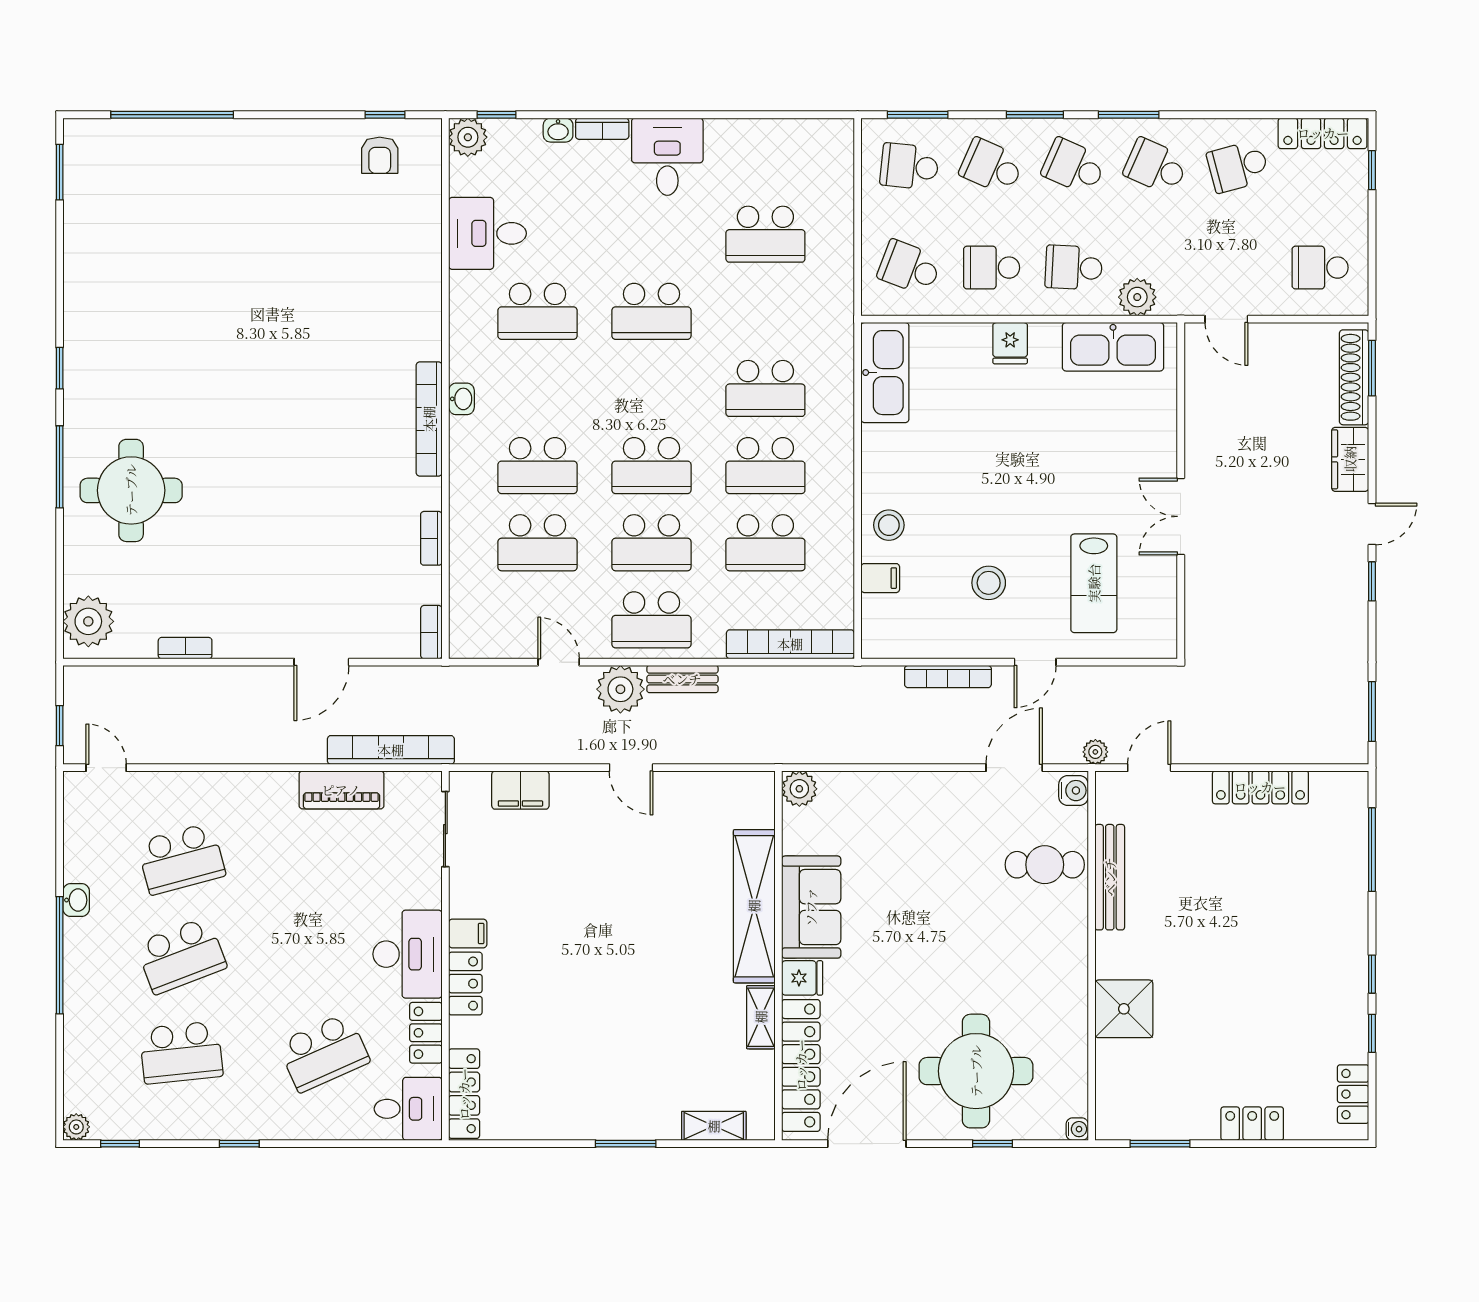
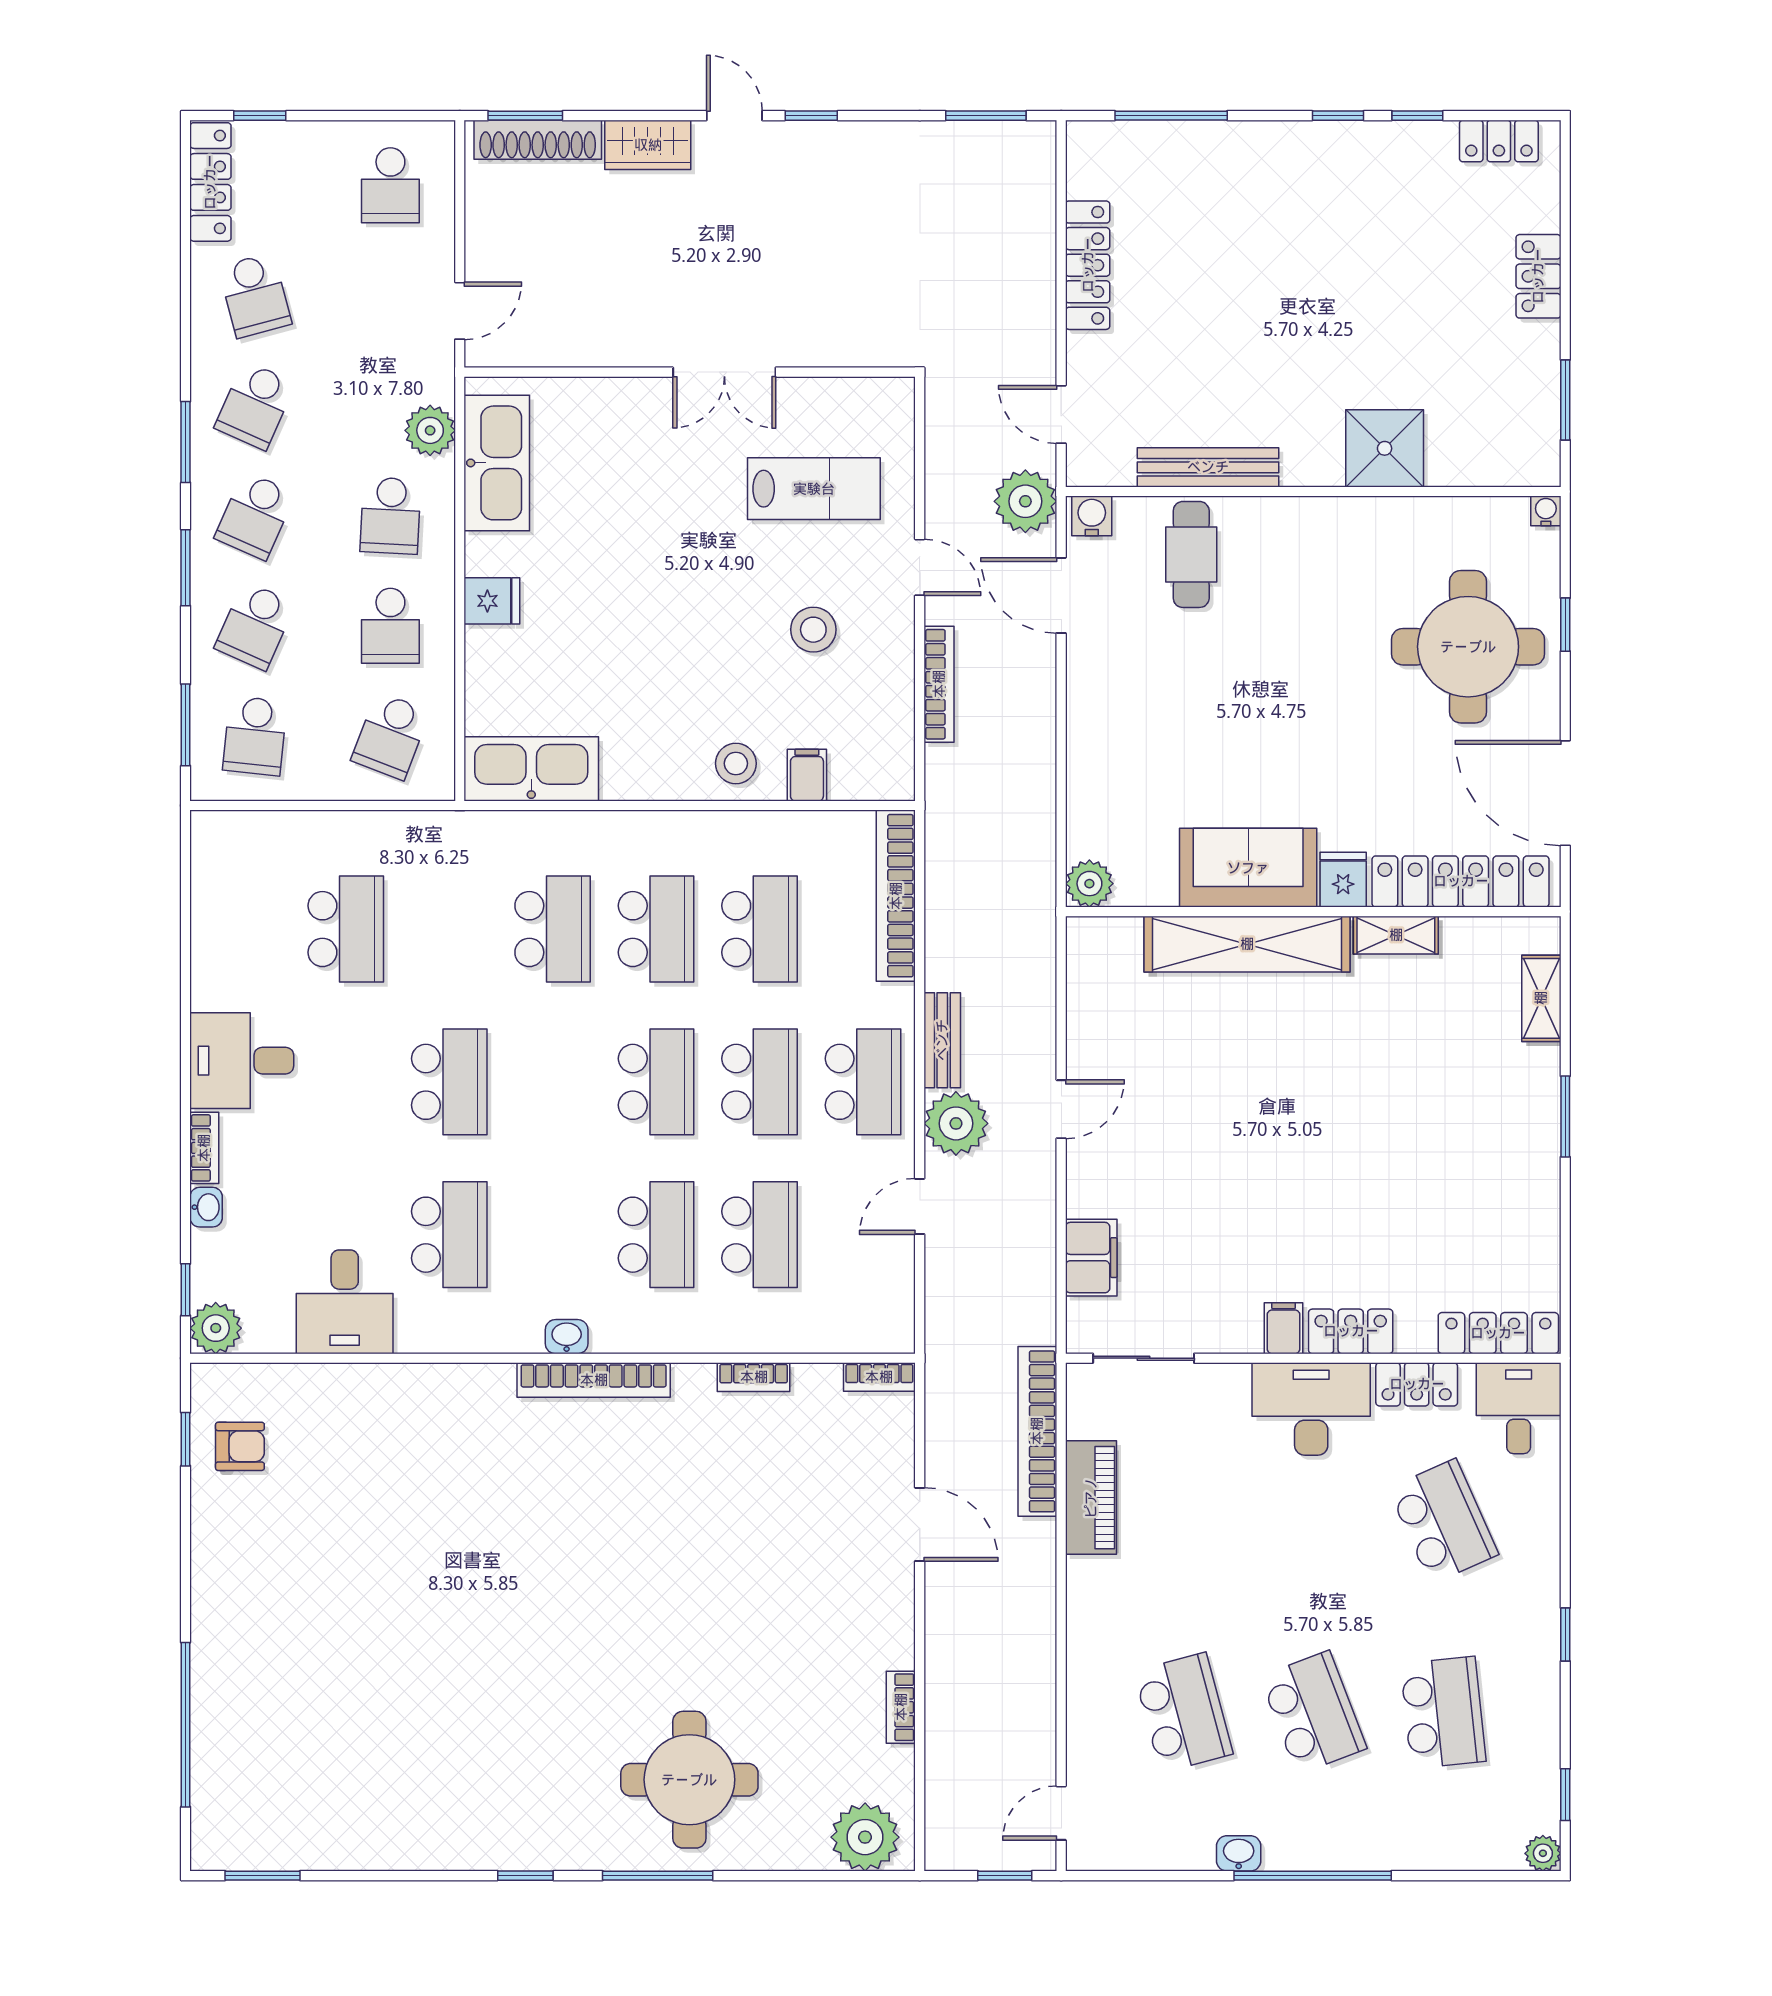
plant: (1095, 752) -> (1025, 501), width x1.87, depth x1.87

